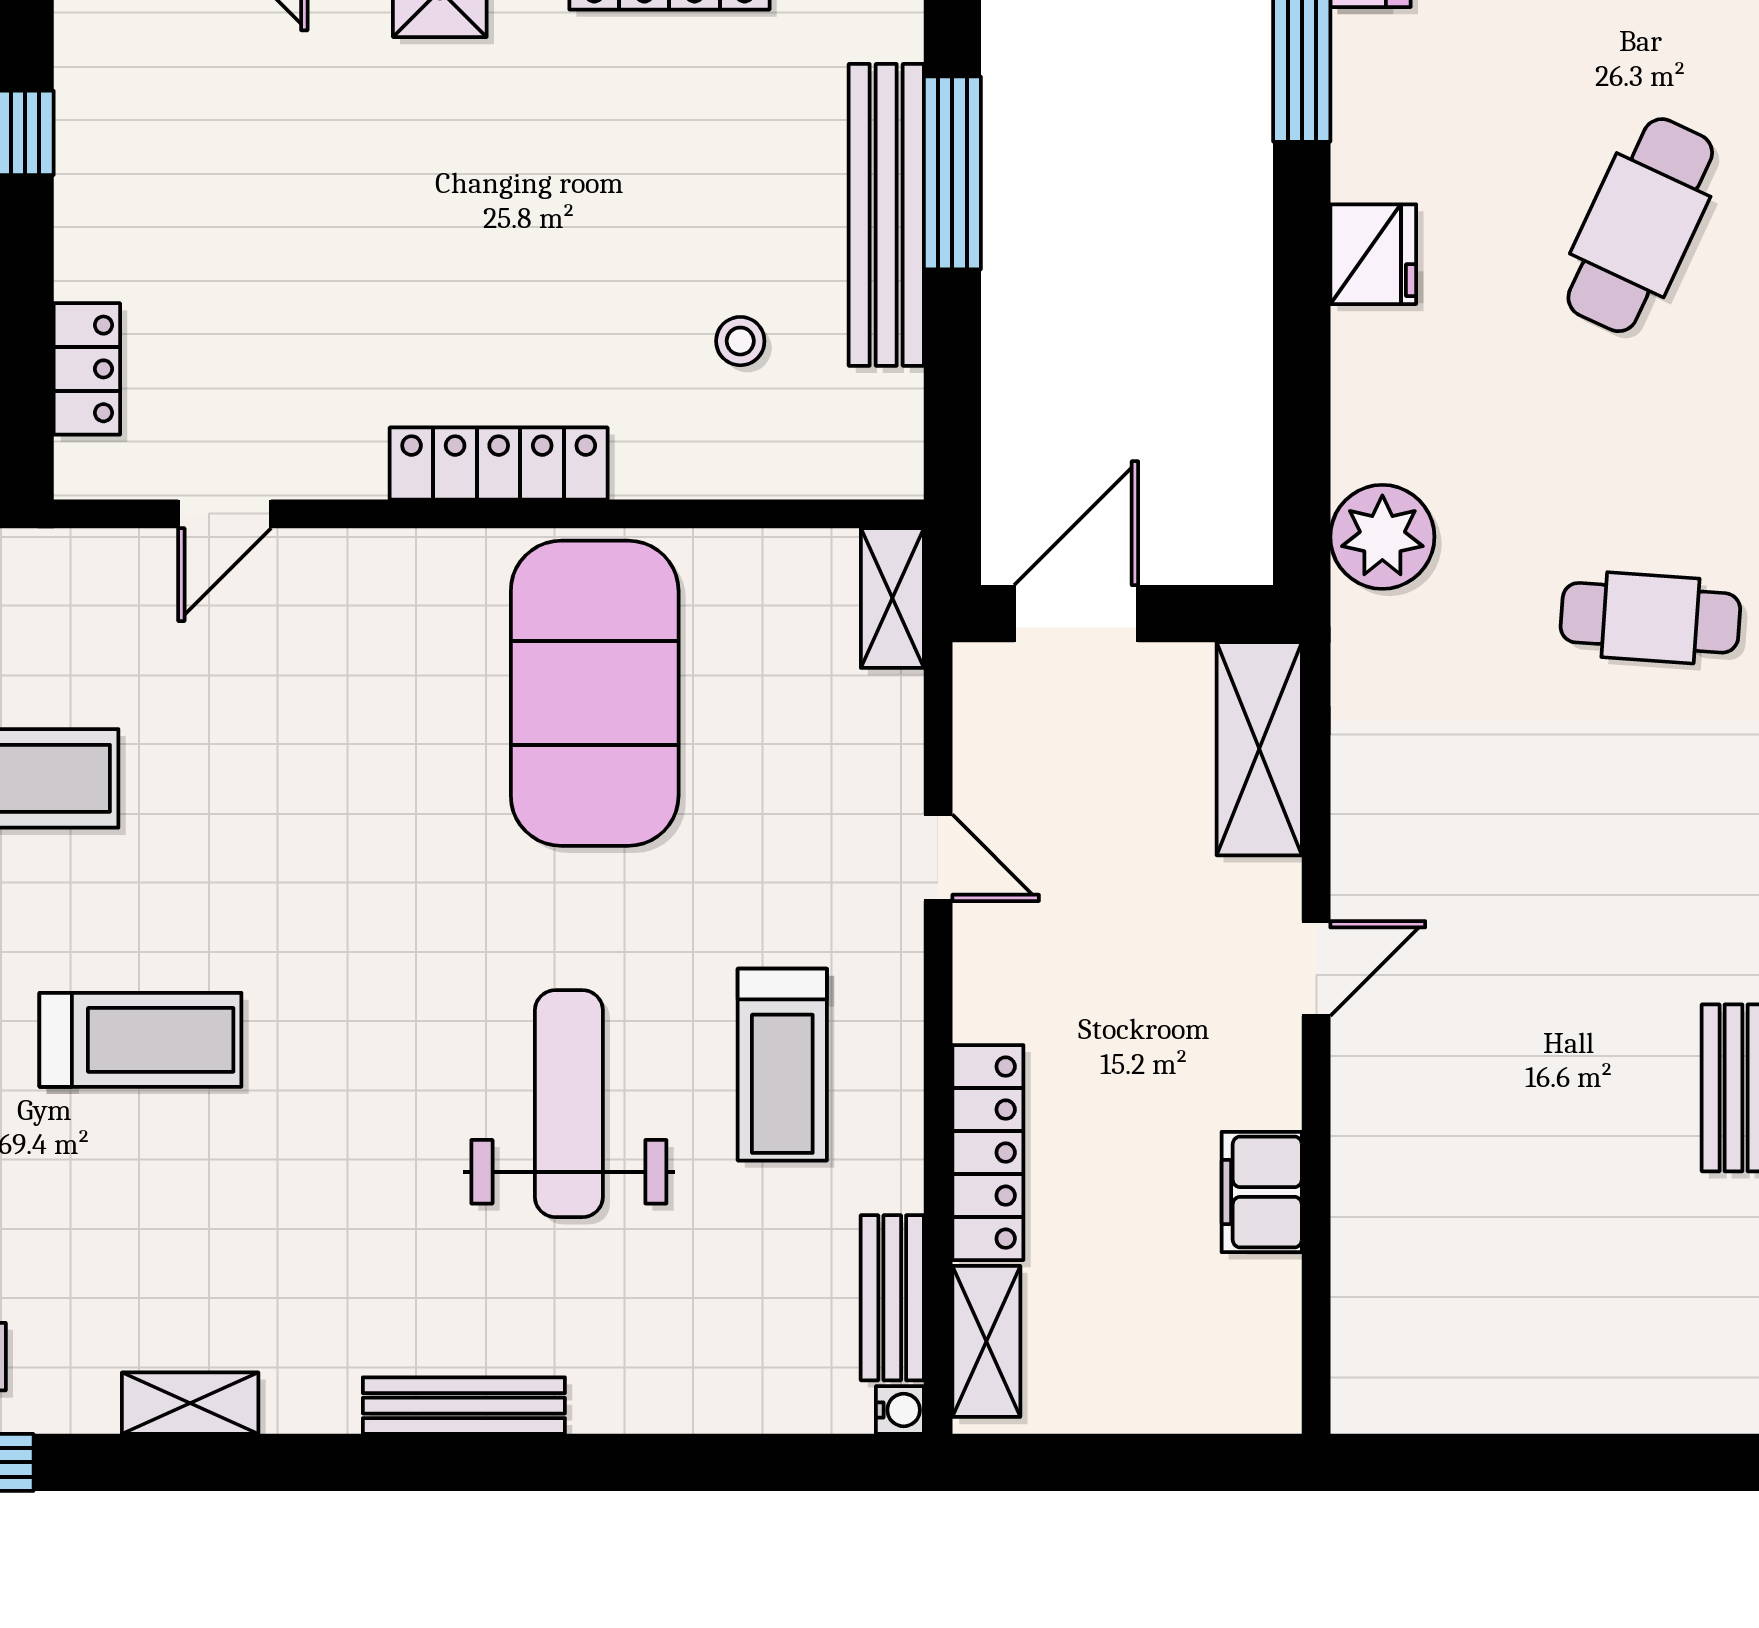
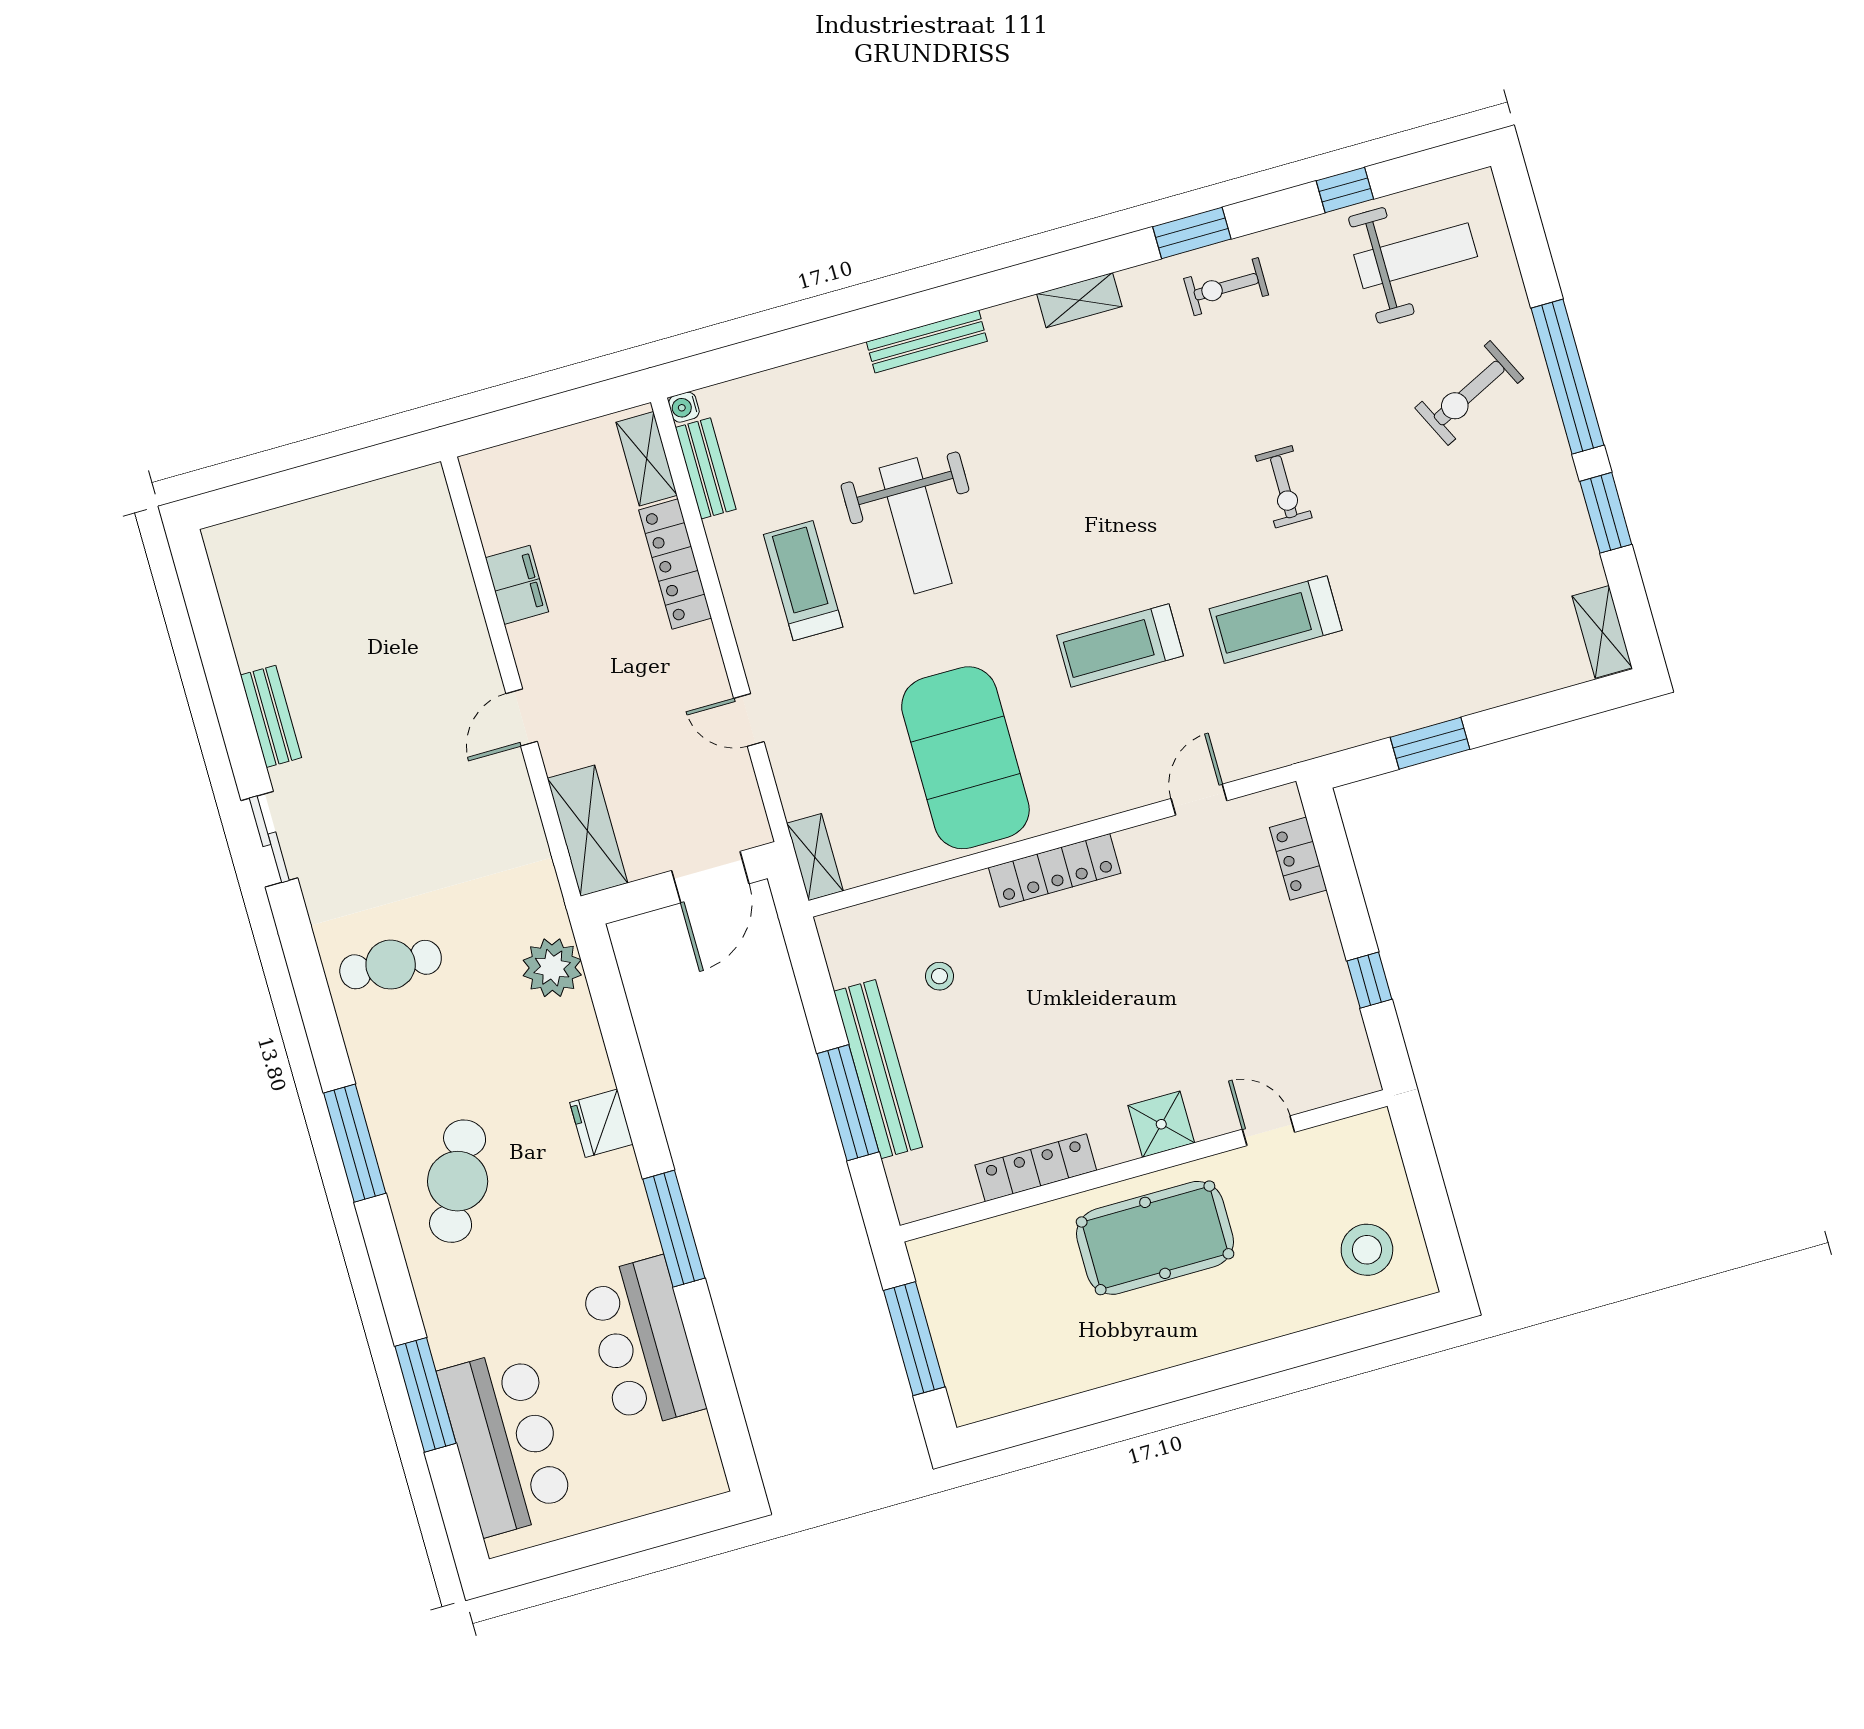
treadmill: (140, 1040) -> (1120, 645), moved

